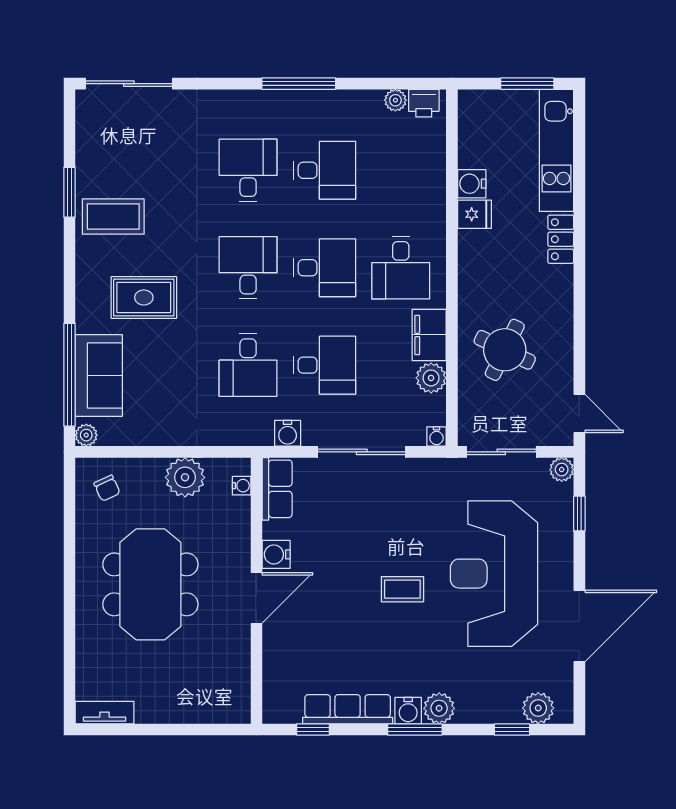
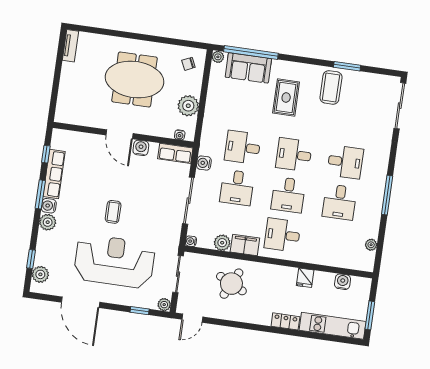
printer: (424, 103) -> (367, 260), removed
water cooler: (472, 184) -> (343, 282), moved
desk: (248, 268) -> (294, 155), turned 180
window: (415, 729) -> (40, 194), moved

